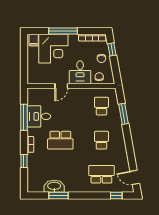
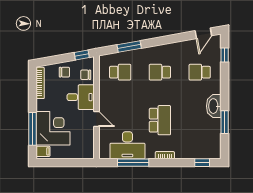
window: (63, 31) -> (32, 129), moved
window: (112, 49) -> (82, 55), moved
school desk: (101, 106) -> (120, 72), turned 180
desk: (39, 116) -> (127, 145), width x1.37
window: (24, 161) -> (202, 163), moved
school desk: (101, 174) -> (200, 72), width x0.54
washbasin: (54, 186) -> (214, 106), moved

